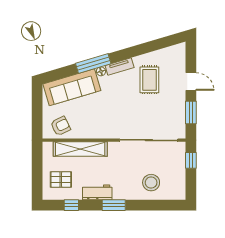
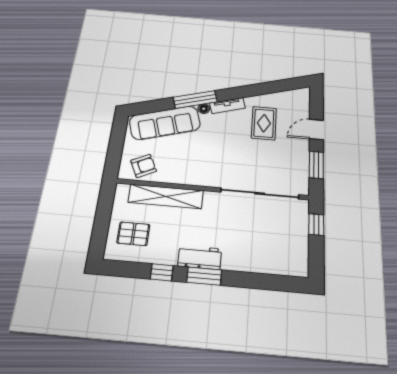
door: (191, 81) -> (316, 130), swing flipped
stool: (151, 183) -> (260, 249), removed
workbench: (97, 192) -> (200, 257), moved
window: (71, 205) -> (162, 272), moved

